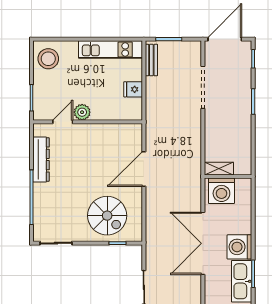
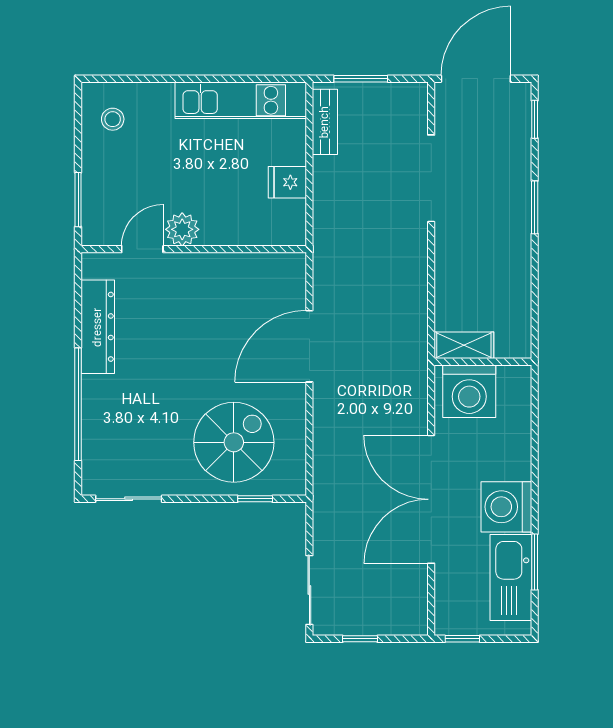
stool: (48, 59) -> (113, 119), width x0.53, depth x0.53
spiral stairs: (107, 216) -> (234, 442), turned -90

